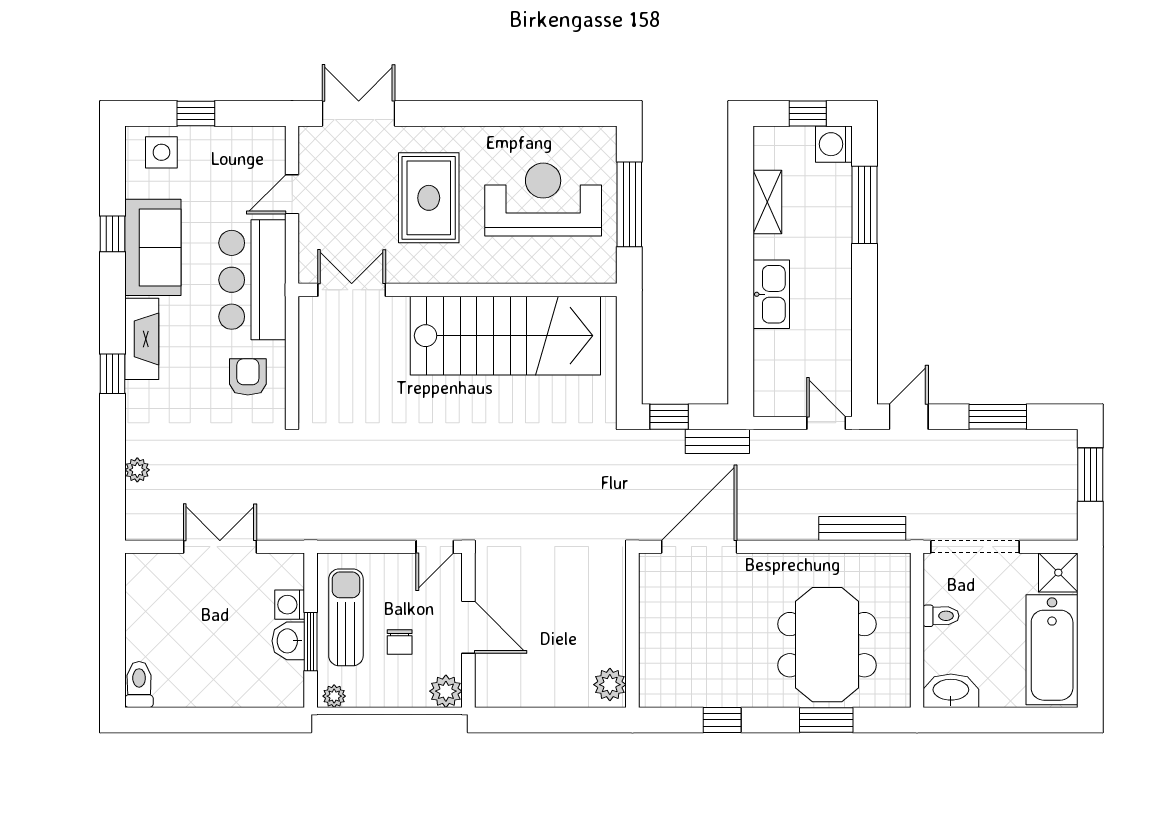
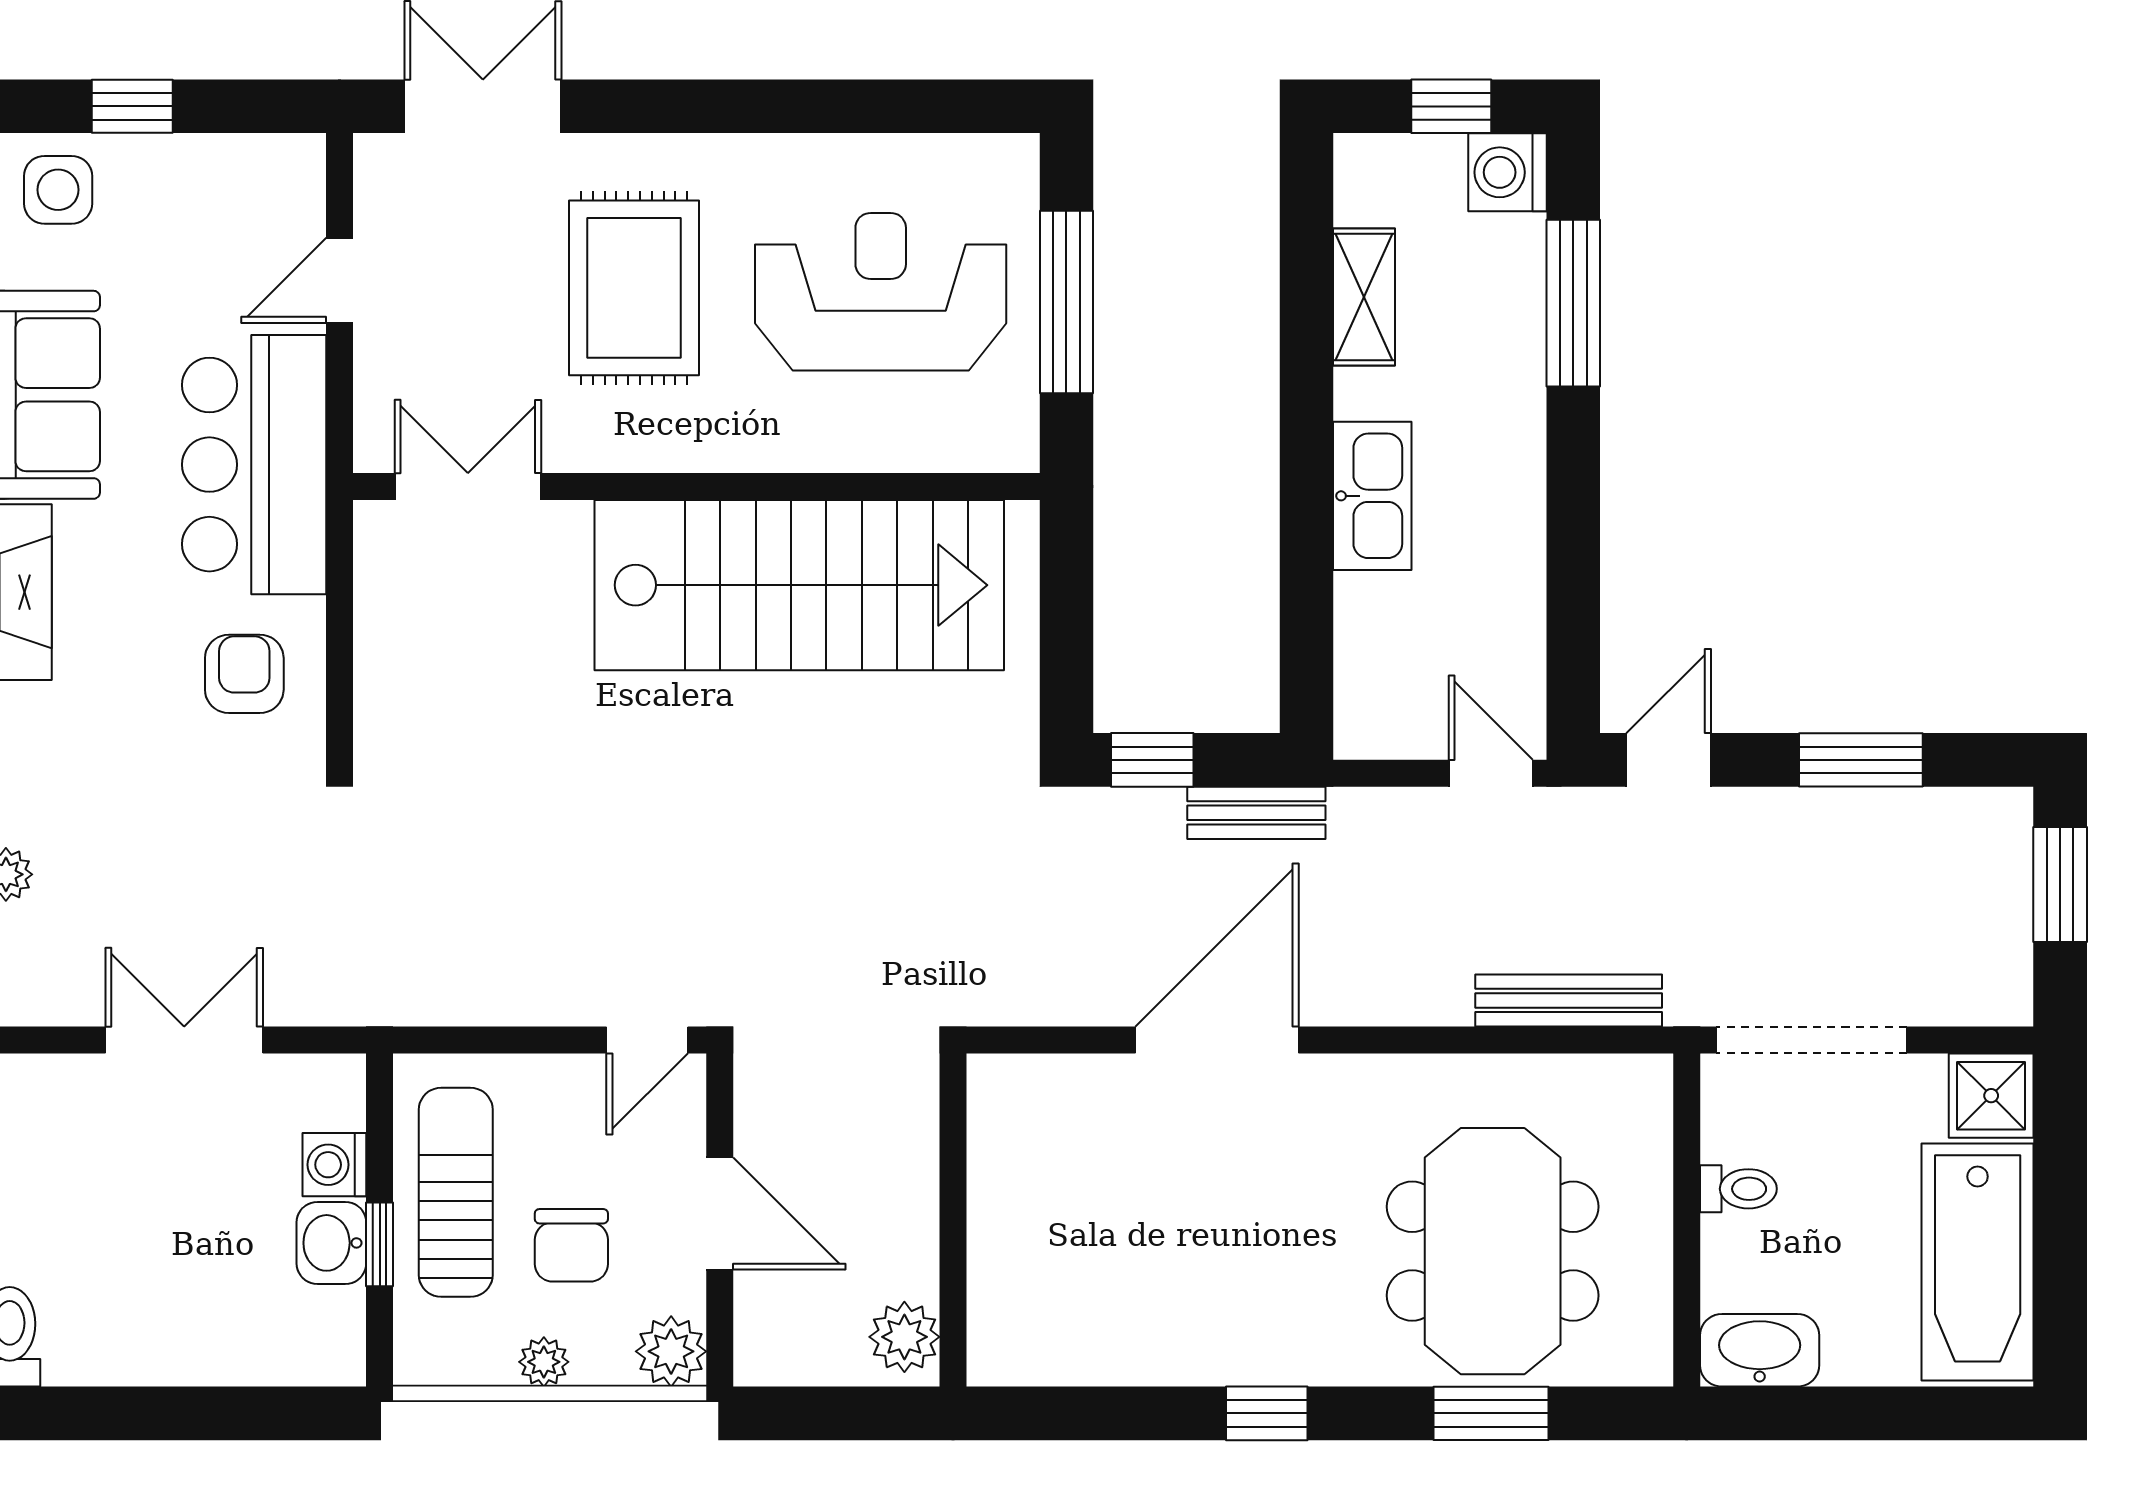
wall: (632, 630) -> (953, 1220), moved
window: (311, 642) -> (380, 1244), width x0.67
chair: (400, 642) -> (571, 1245), width x1.37, depth x1.37
plant: (610, 685) -> (904, 1337), moved
plant: (334, 696) -> (544, 1362), moved

